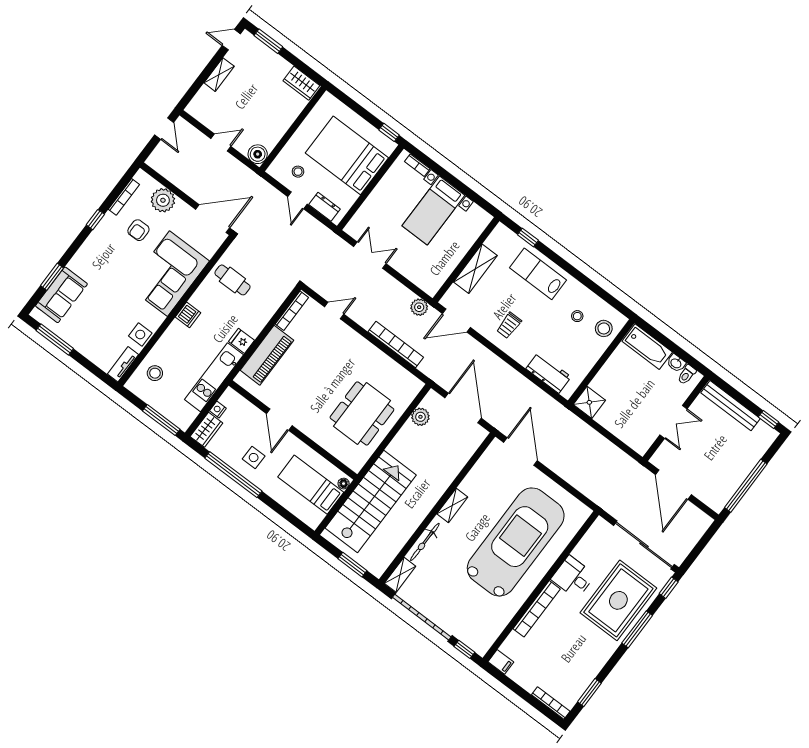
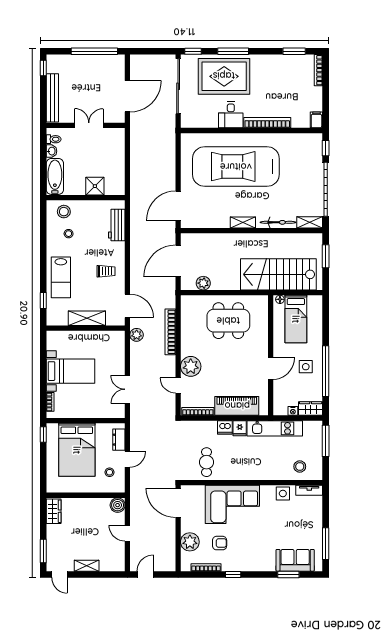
dishwasher: (188, 315) -> (225, 427), moved, turned 180
plant: (344, 339) -> (191, 366), added
shower: (589, 402) -> (95, 186), moved

